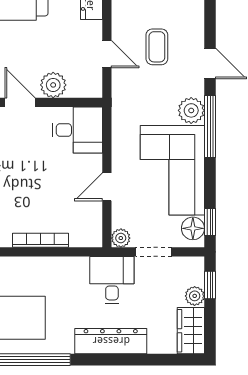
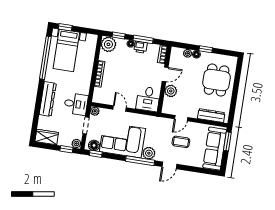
plant: (195, 296) -> (76, 143), moved

